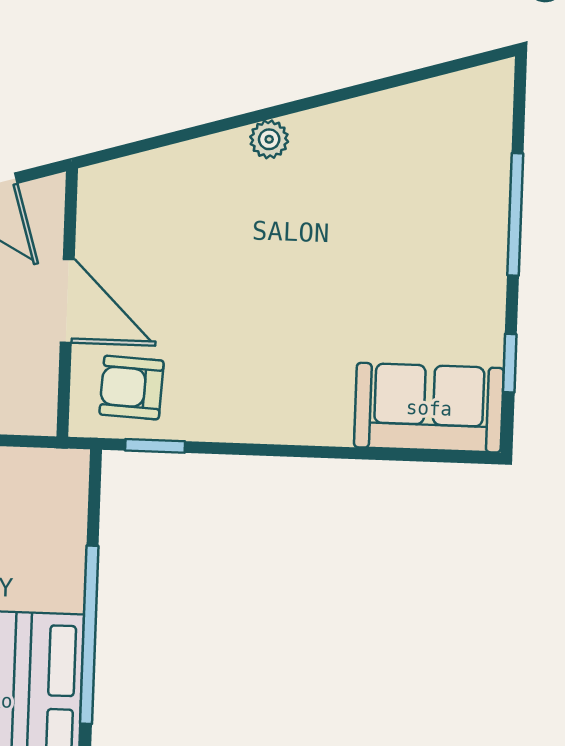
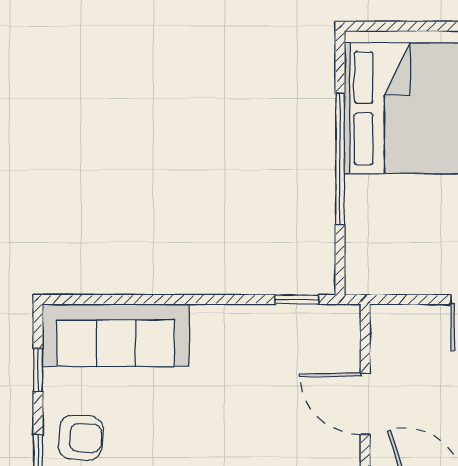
armchair: (132, 388) -> (81, 438), moved
sofa: (429, 408) -> (116, 335), width x1.36

